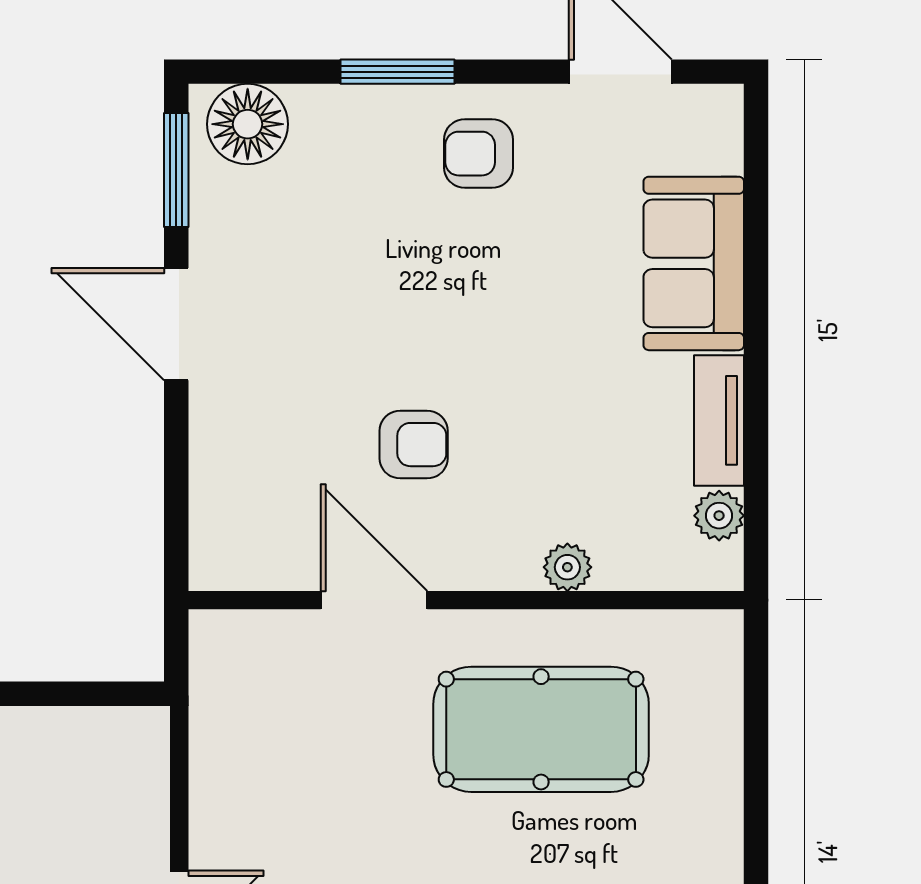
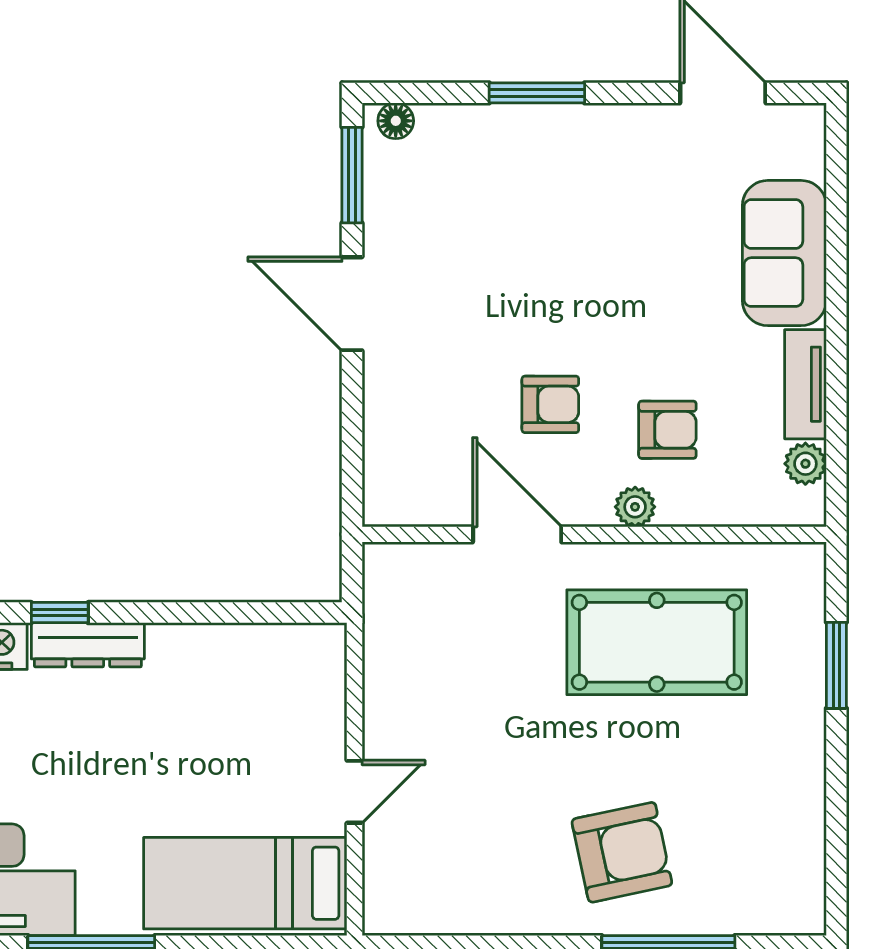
floor lamp: (248, 124) -> (396, 121), width x0.53, depth x0.53
armchair: (478, 154) -> (667, 430), moved, turned 180
plant: (567, 567) -> (635, 507), moved
window: (756, 757) -> (836, 665), added

